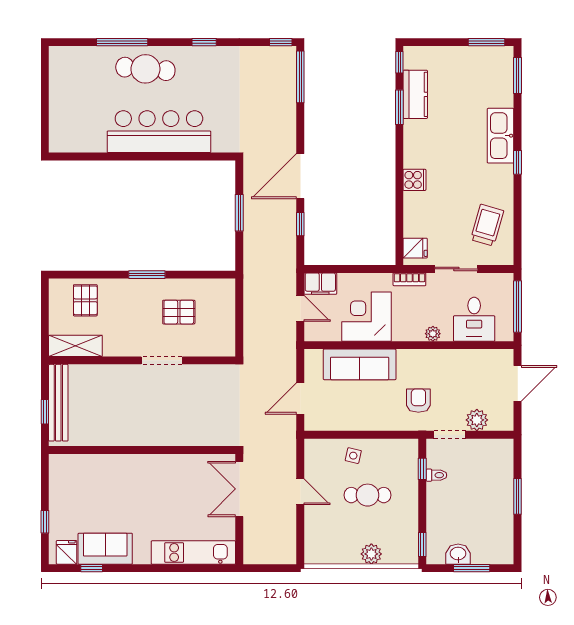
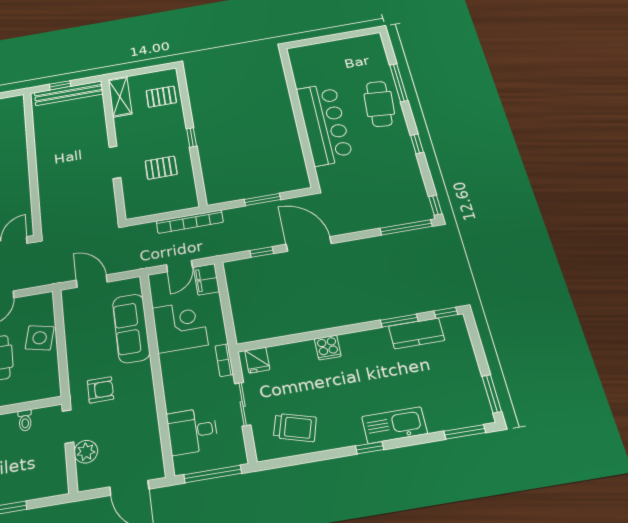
window: (147, 275) -> (192, 137), width x0.67
bookcase: (251, 291) -> (190, 222), added
pallet: (179, 312) -> (161, 168), turned 90
plant: (433, 334) -> (171, 392), removed
side table: (353, 456) -> (40, 338), width x1.87, depth x1.87
window: (422, 469) -> (31, 405), removed

